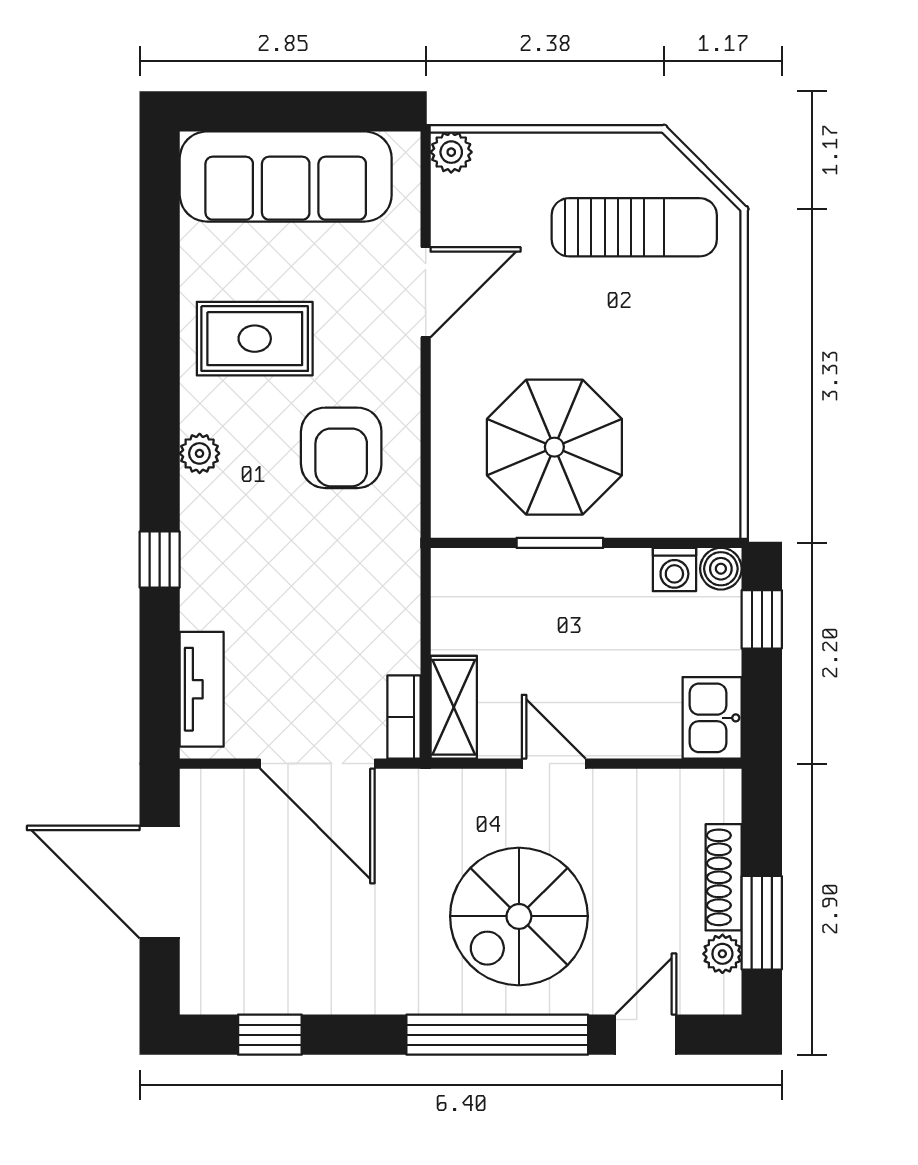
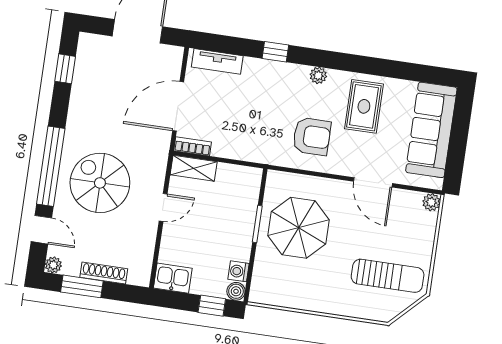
sun lounger: (634, 227) -> (388, 276), turned -90
armchair: (341, 448) -> (312, 136), turned 180
plant: (722, 954) -> (53, 265), moved

